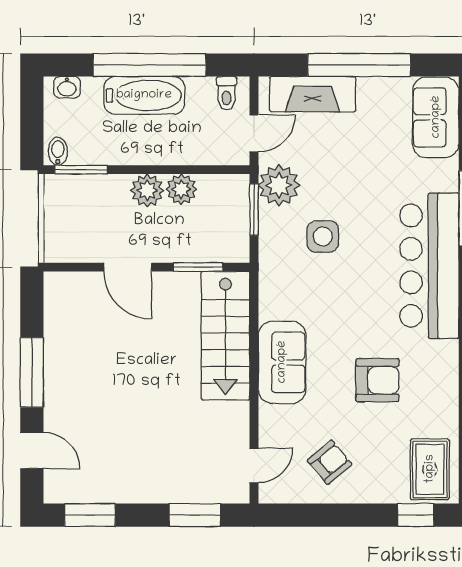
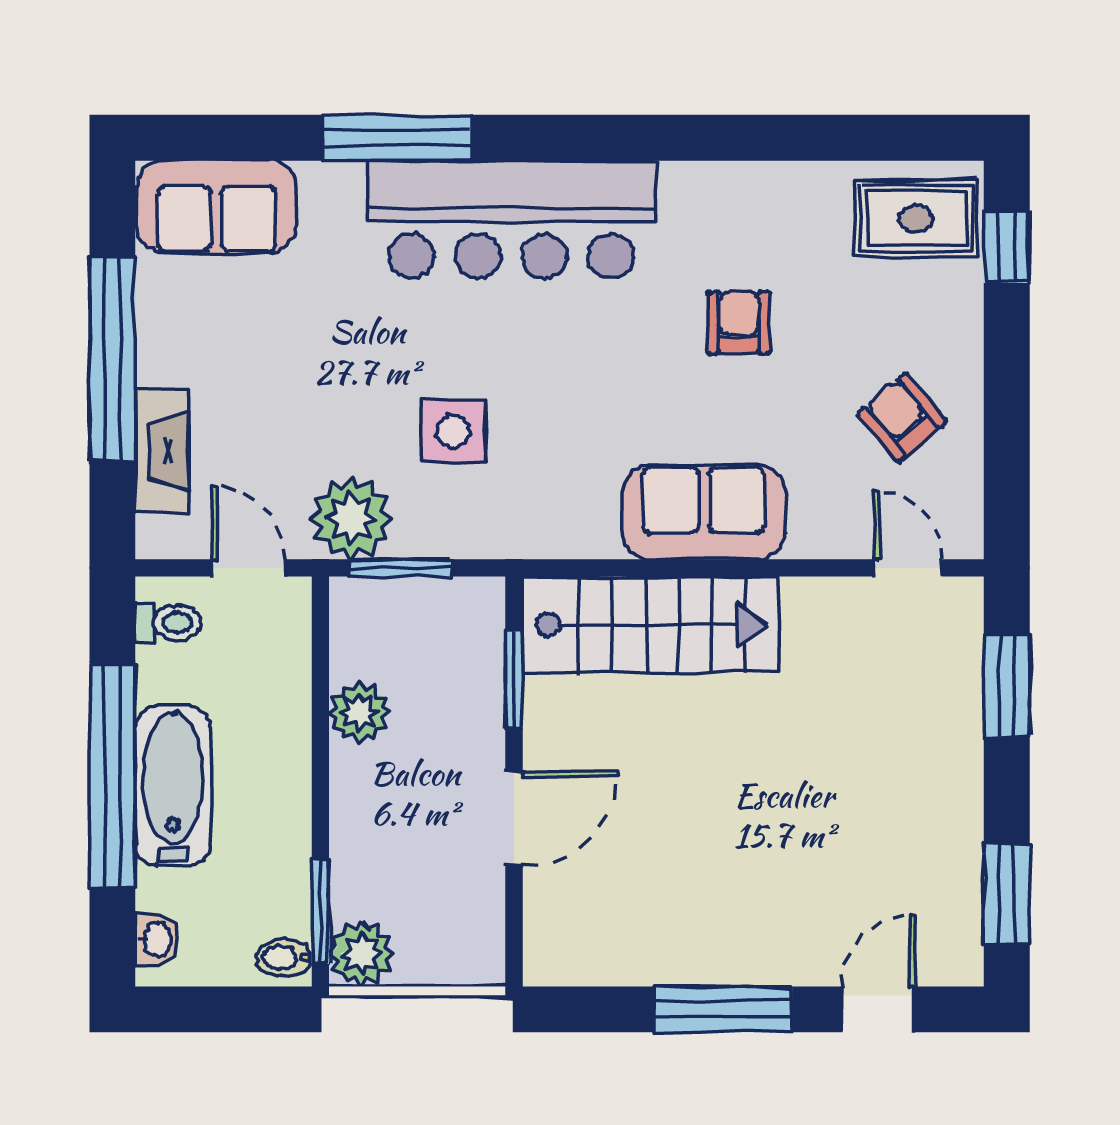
fireplace: (313, 94) -> (162, 451), width x0.73, depth x0.76
plant: (147, 190) -> (362, 954), moved
armchair: (377, 380) -> (739, 323), width x0.72, depth x0.72

